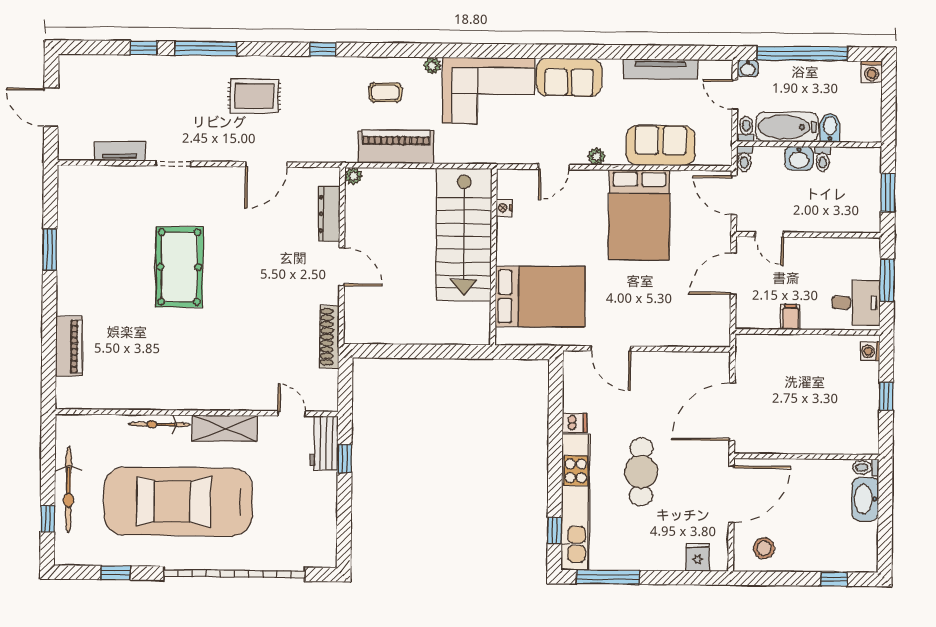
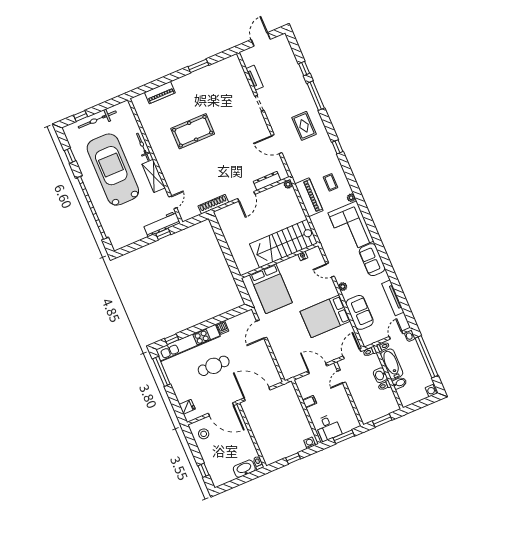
pool table: (179, 267) -> (193, 131), moved
workbench: (324, 443) -> (162, 224), width x1.37

